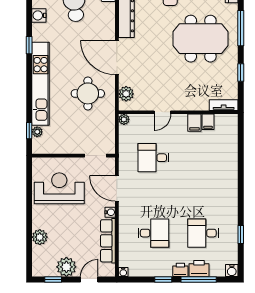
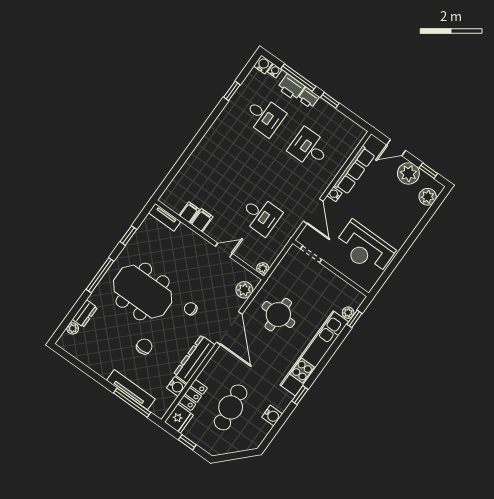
chair: (156, 51) -> (191, 309), added
plant: (40, 237) -> (428, 197), moved
water cooler: (123, 272) -> (275, 71), moved

